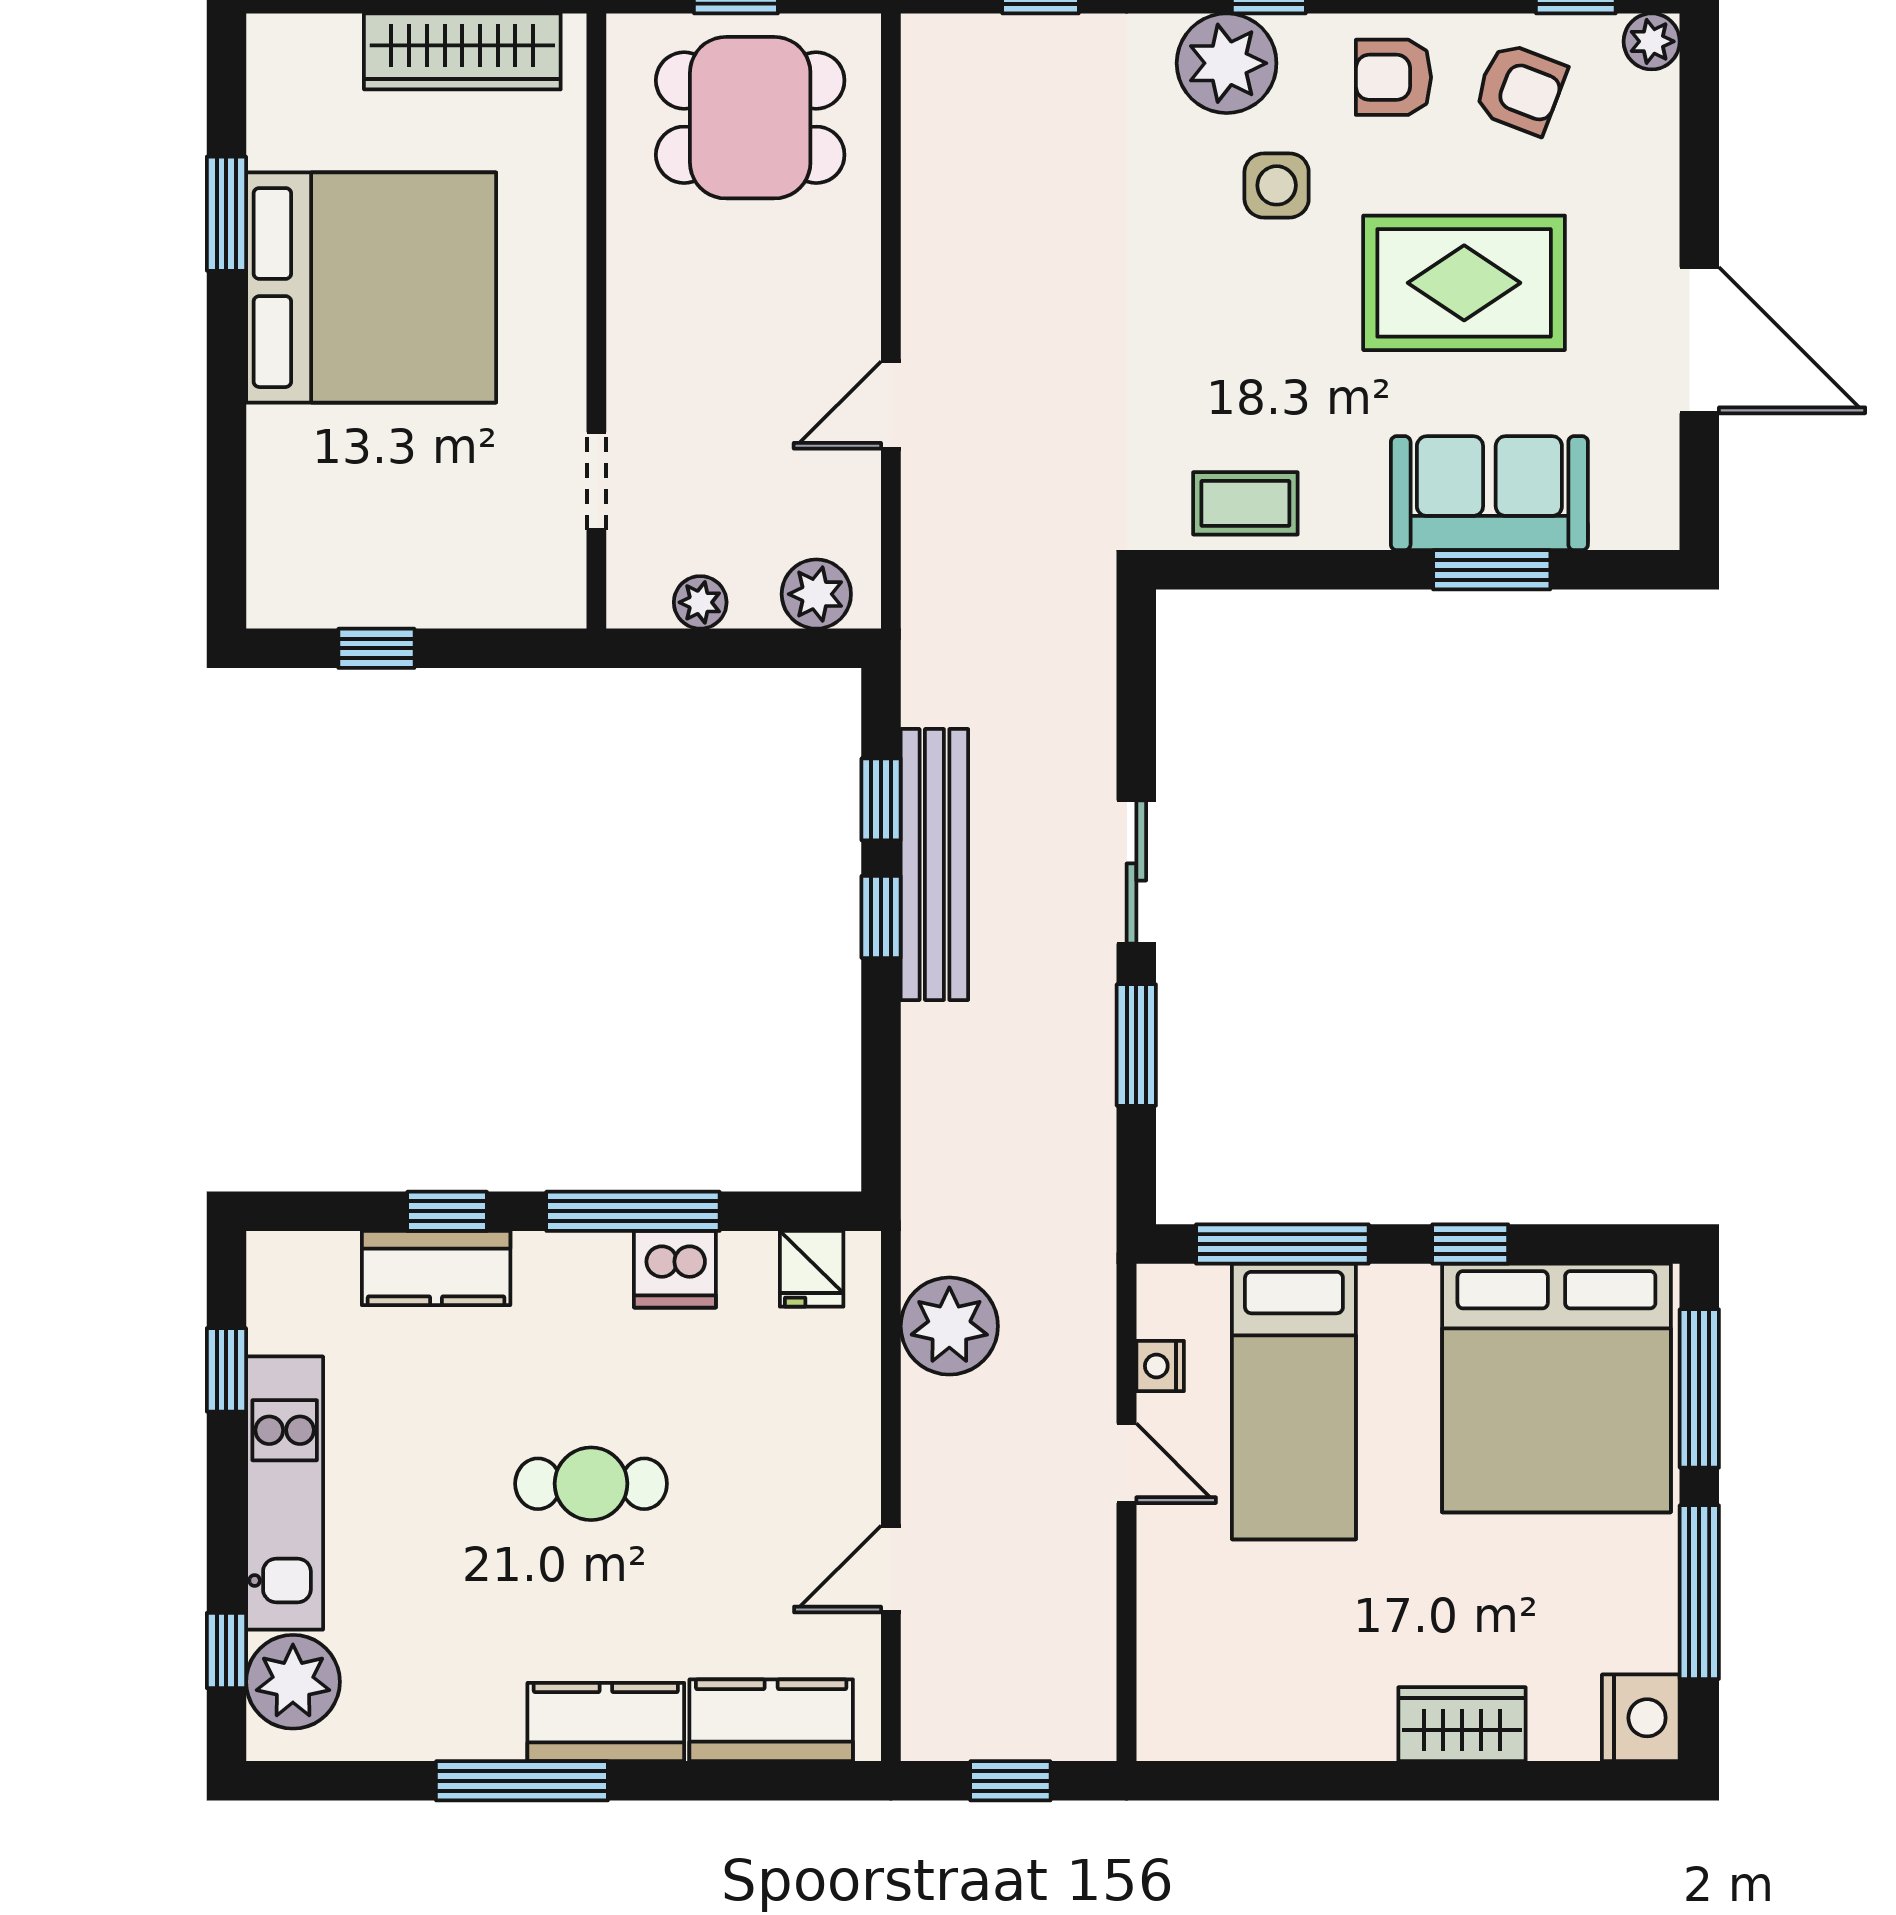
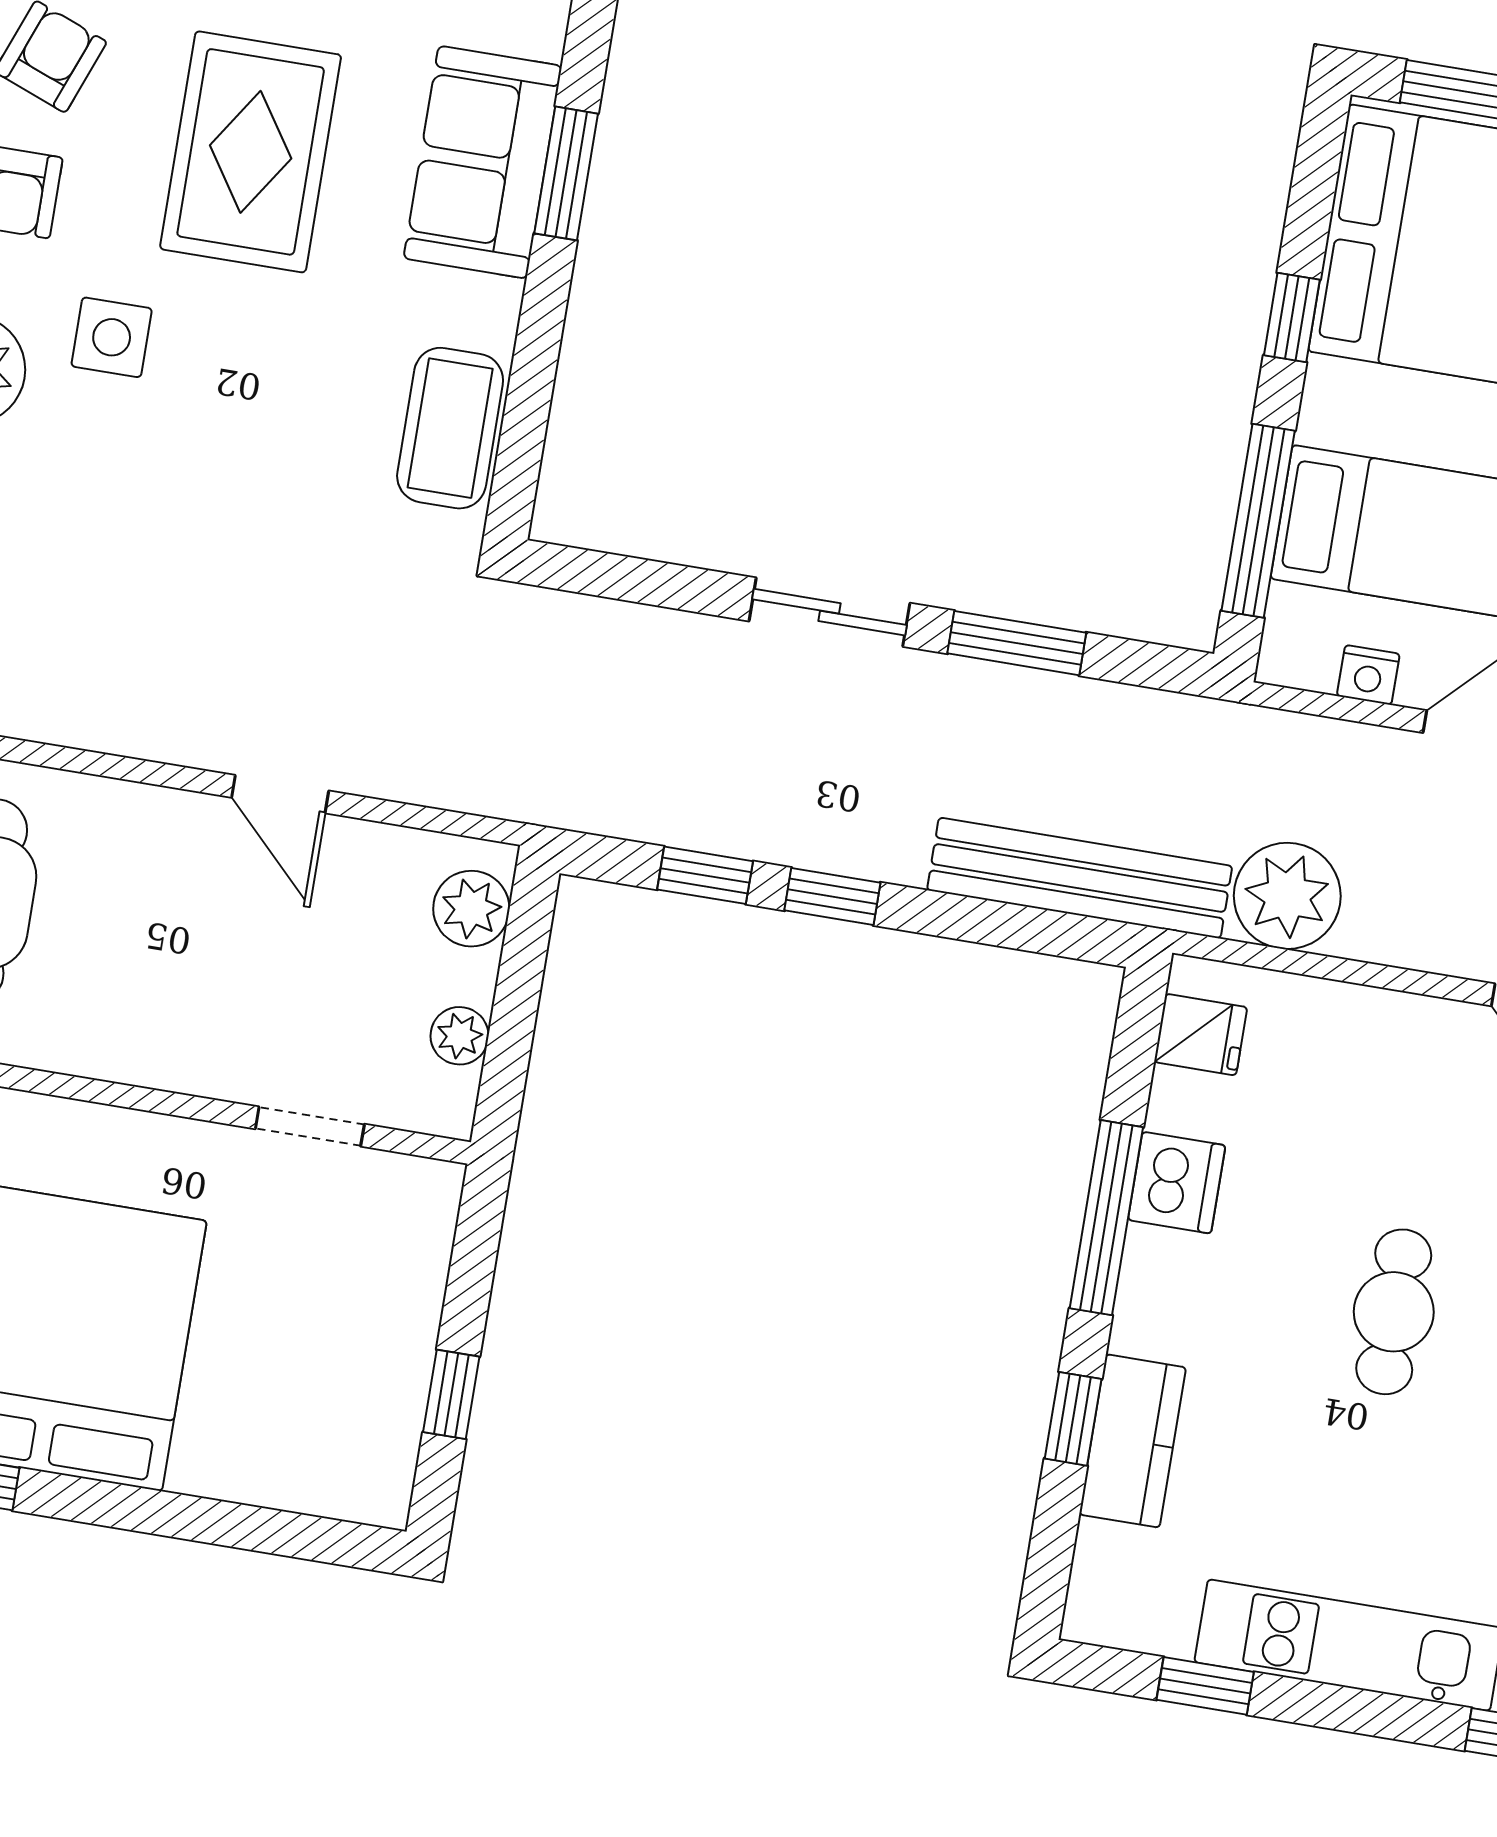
coffee table: (1245, 503) -> (450, 428), width x1.36, depth x1.30
bench: (934, 865) -> (1080, 878), moved

